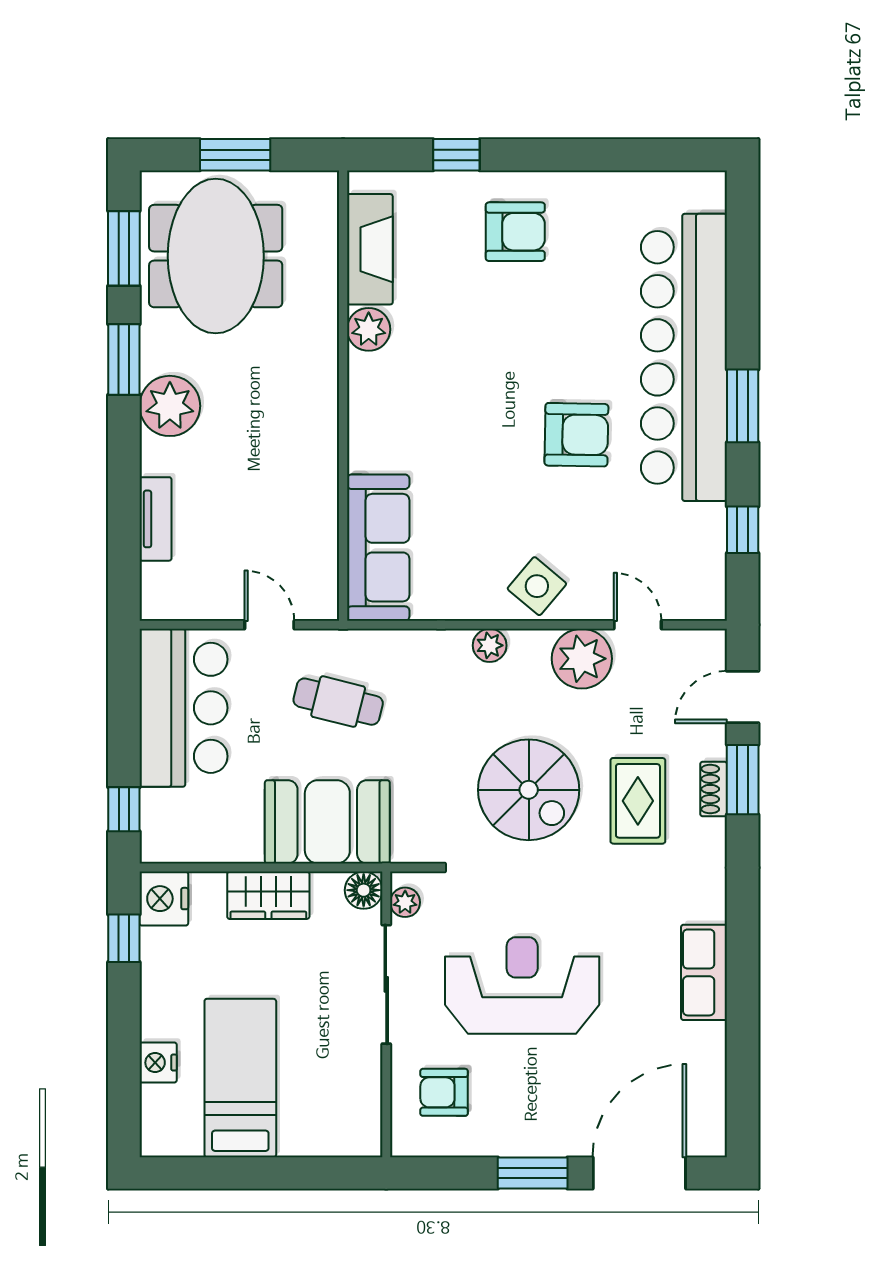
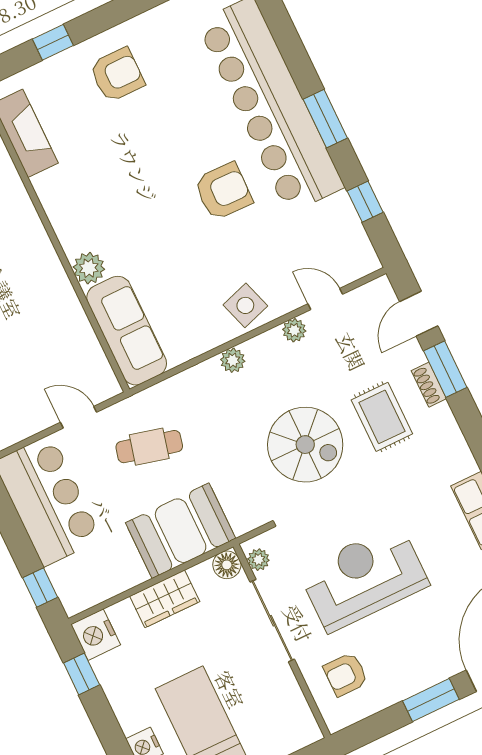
plant: (369, 329) -> (89, 268), moved
side table: (537, 586) -> (245, 305), turned 32
plant: (582, 659) -> (294, 330), width x0.53, depth x0.53

